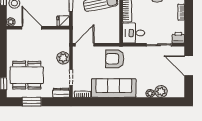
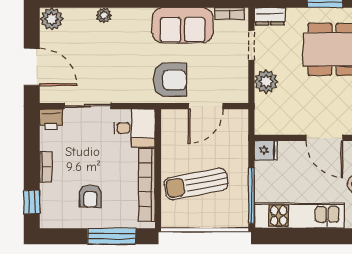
door: (85, 45) -> (206, 106), moved
sofa: (114, 88) -> (183, 25), width x0.73
plant: (161, 91) -> (52, 19), moved

